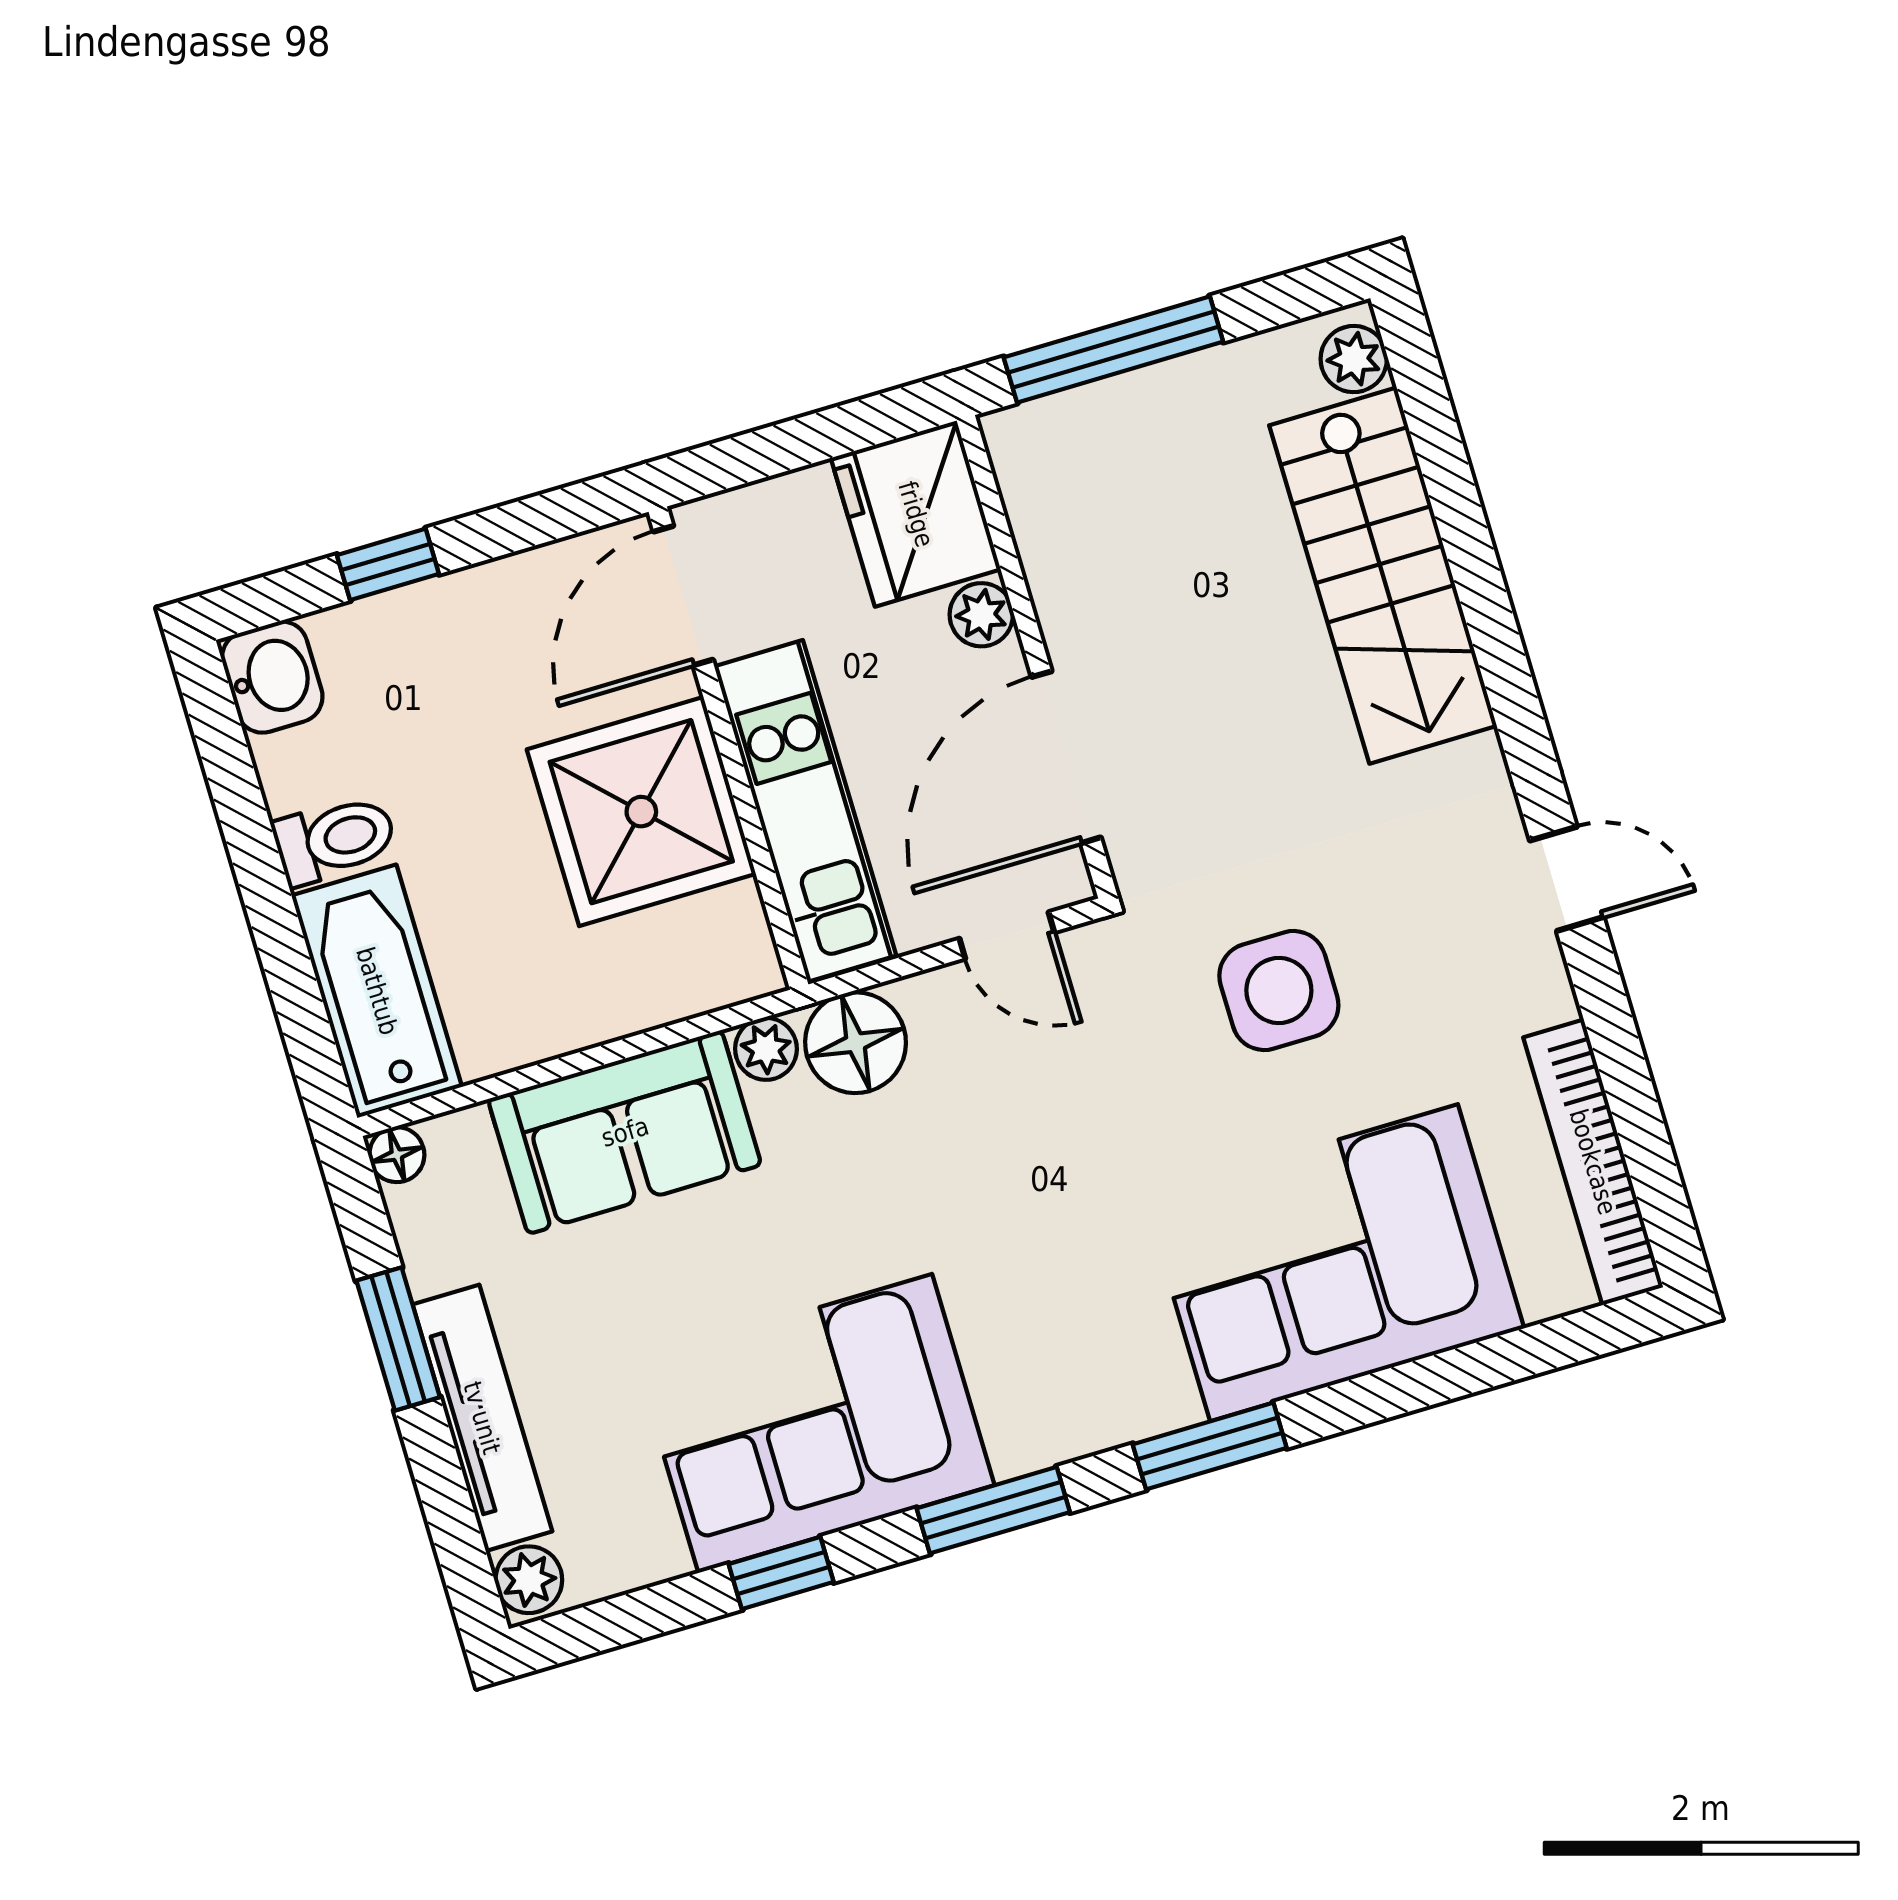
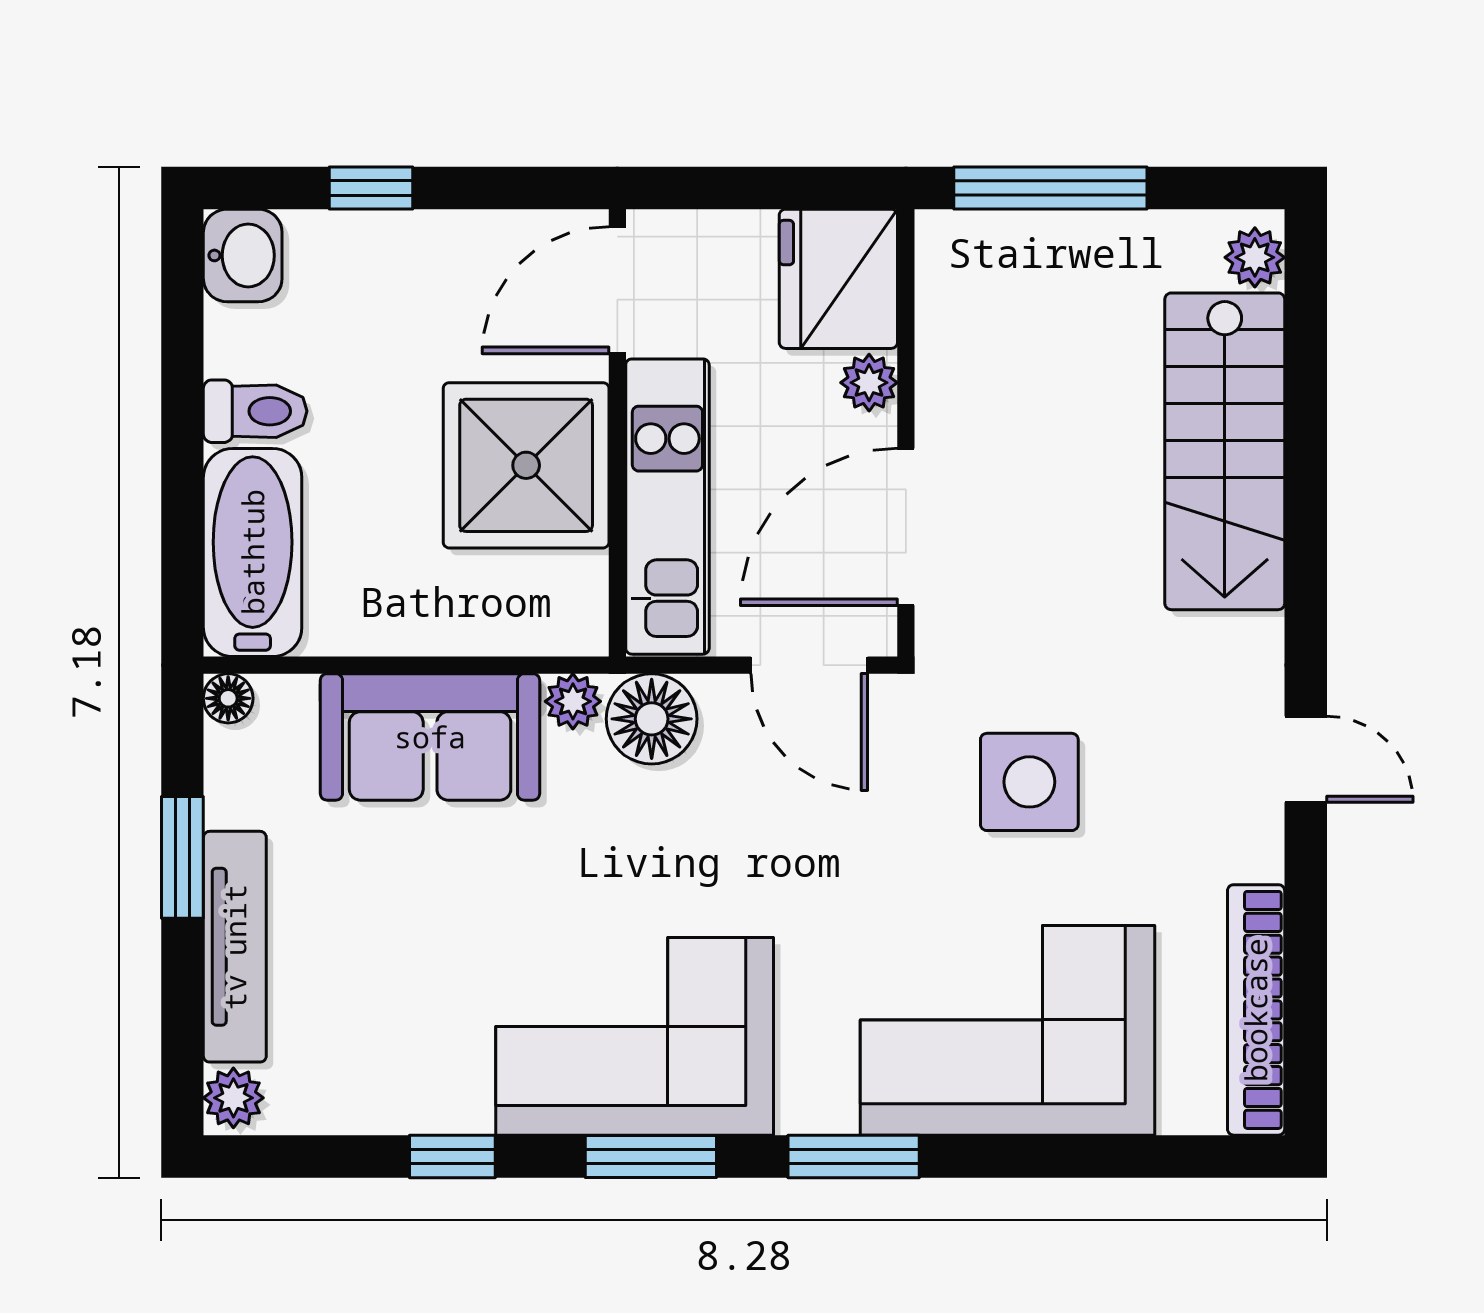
door: (1007, 935) -> (809, 665), width x1.38
corner sofa: (815, 1423) -> (635, 1036), moved

